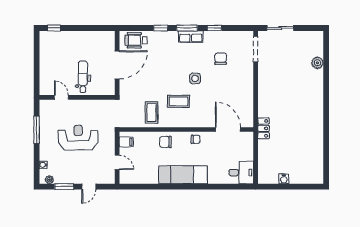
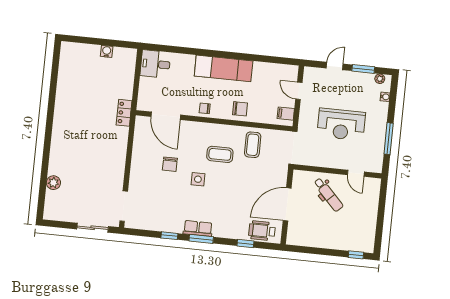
window: (161, 28) -> (245, 244), moved
wheelchair: (136, 40) -> (262, 231), turned 180
chair: (221, 59) -> (170, 164), moved
dental chair: (83, 77) -> (328, 195), turned -44

